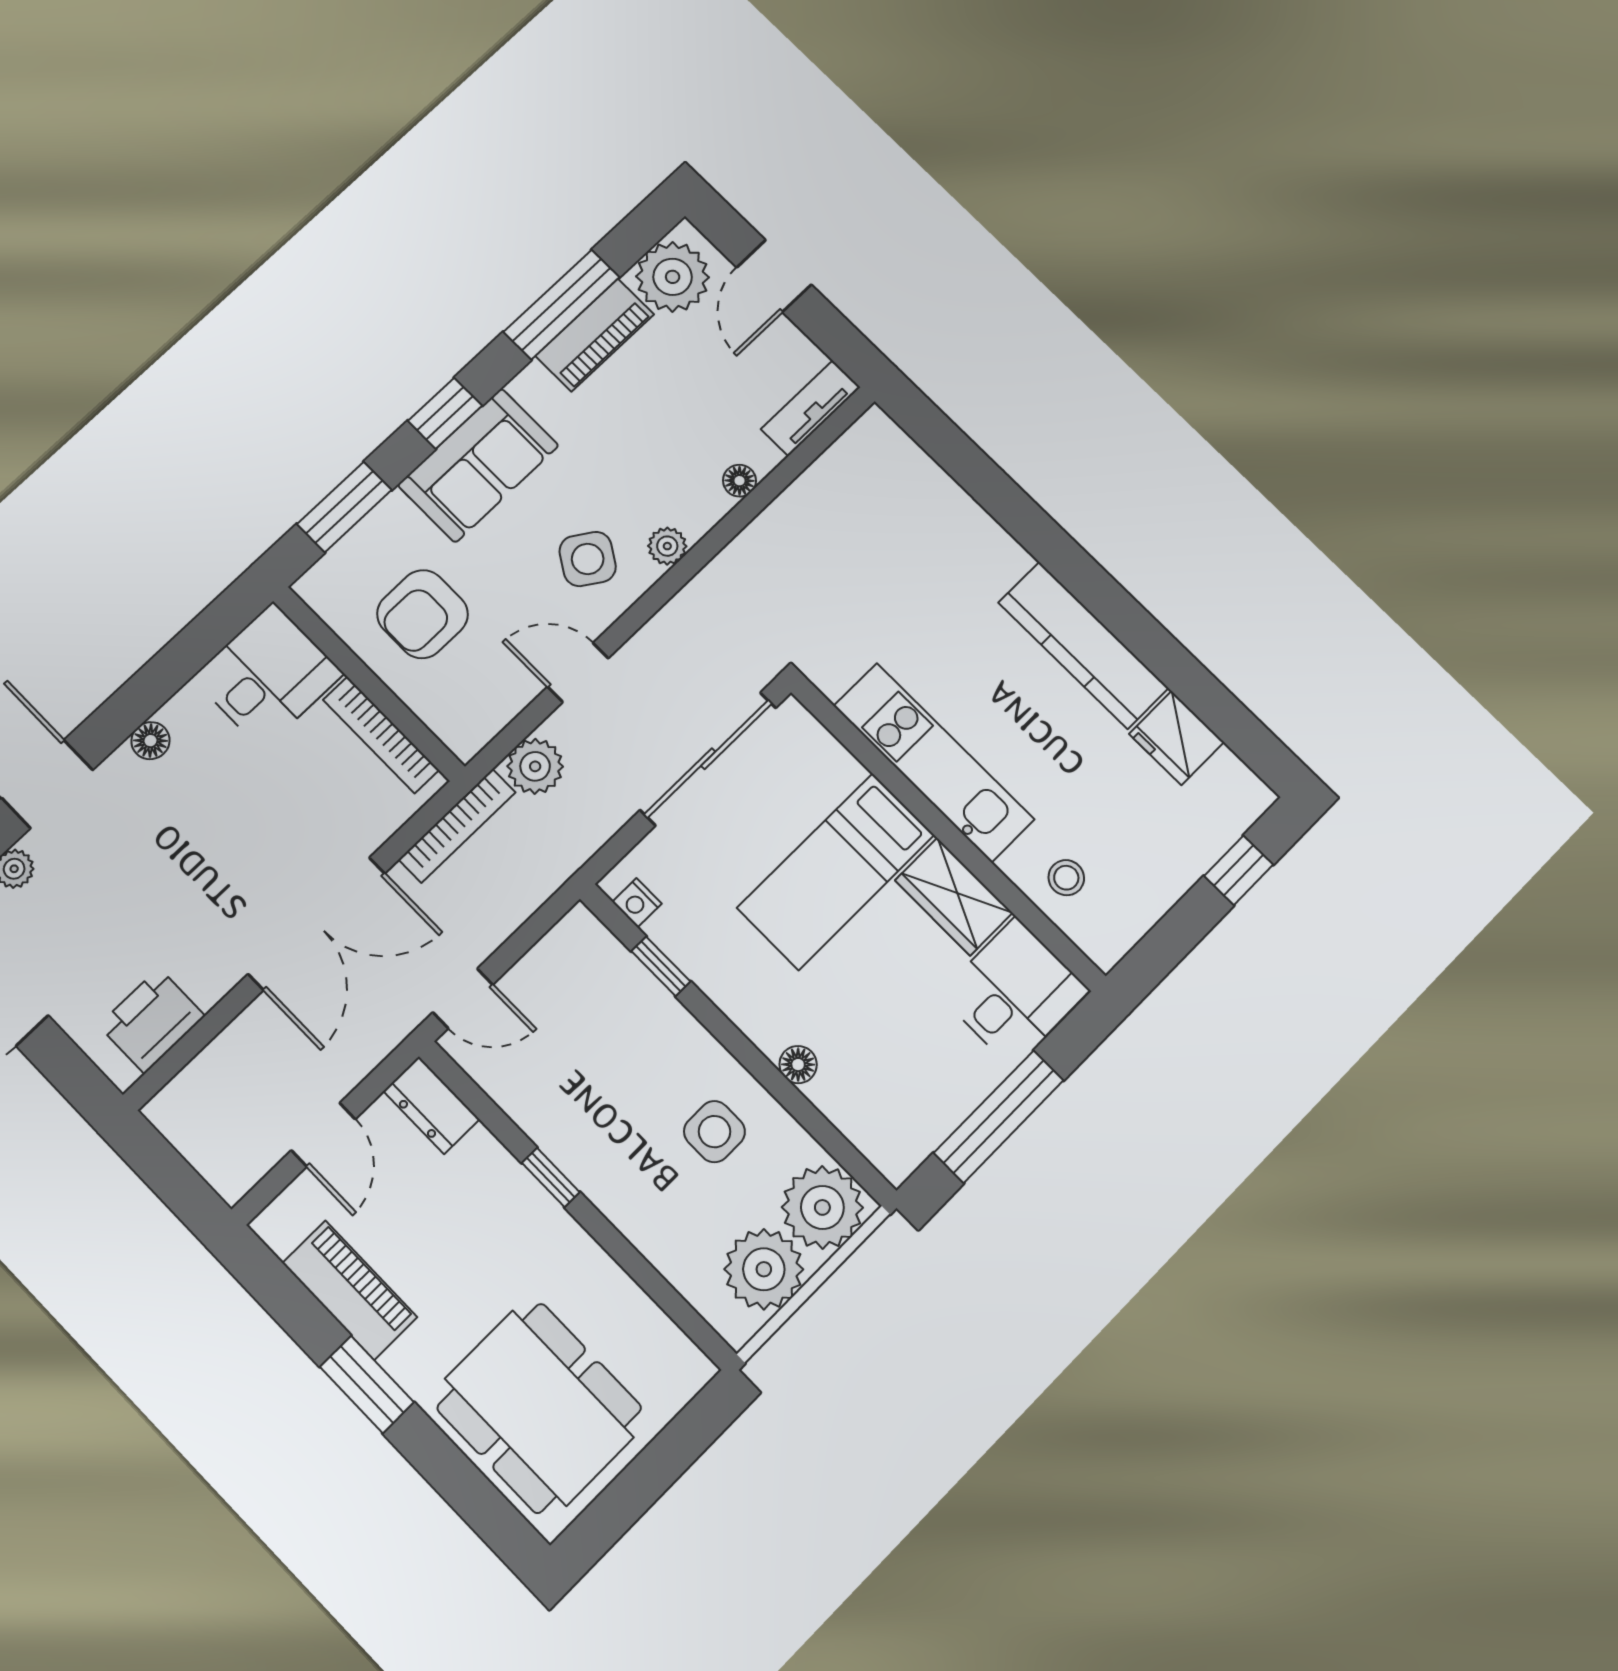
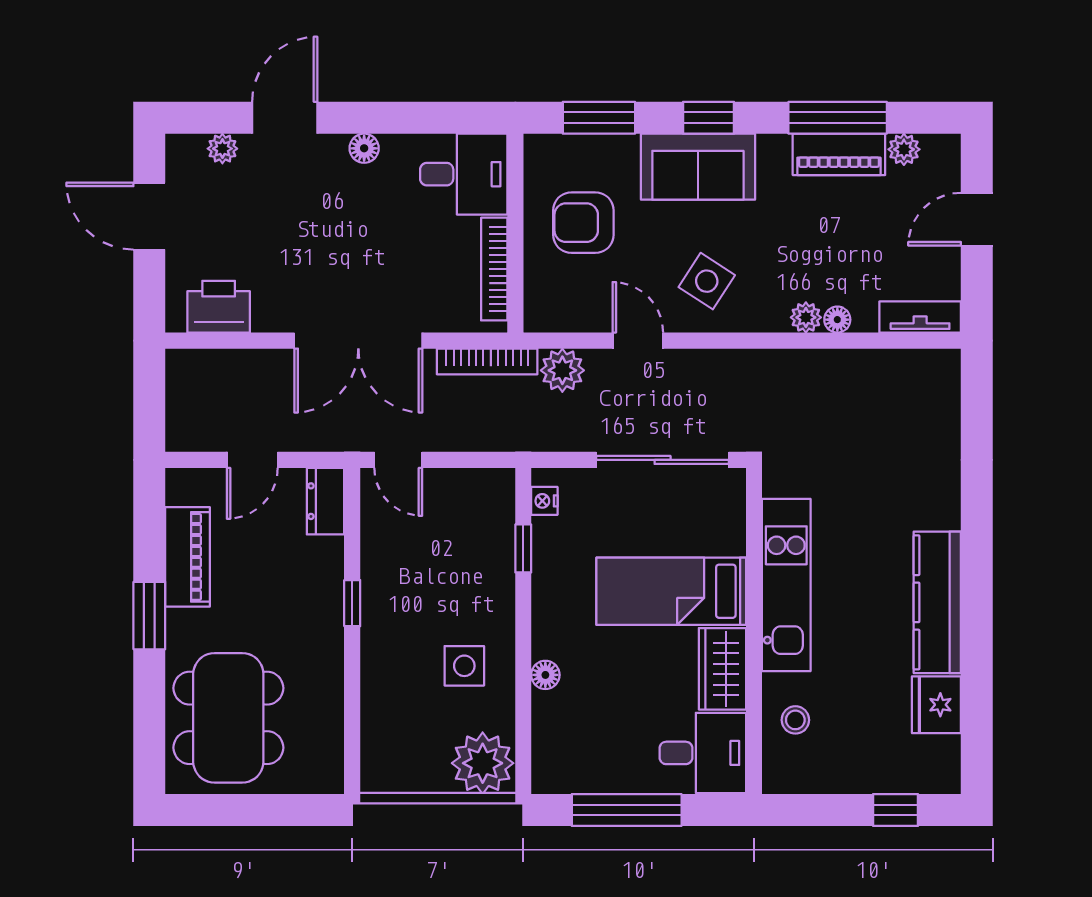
plant: (673, 277) -> (904, 149), width x0.53, depth x0.53
plant: (667, 546) -> (806, 317), moved
plant: (764, 1269) -> (419, 764), removed

